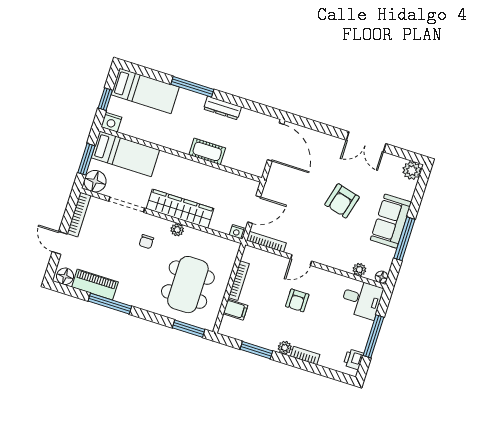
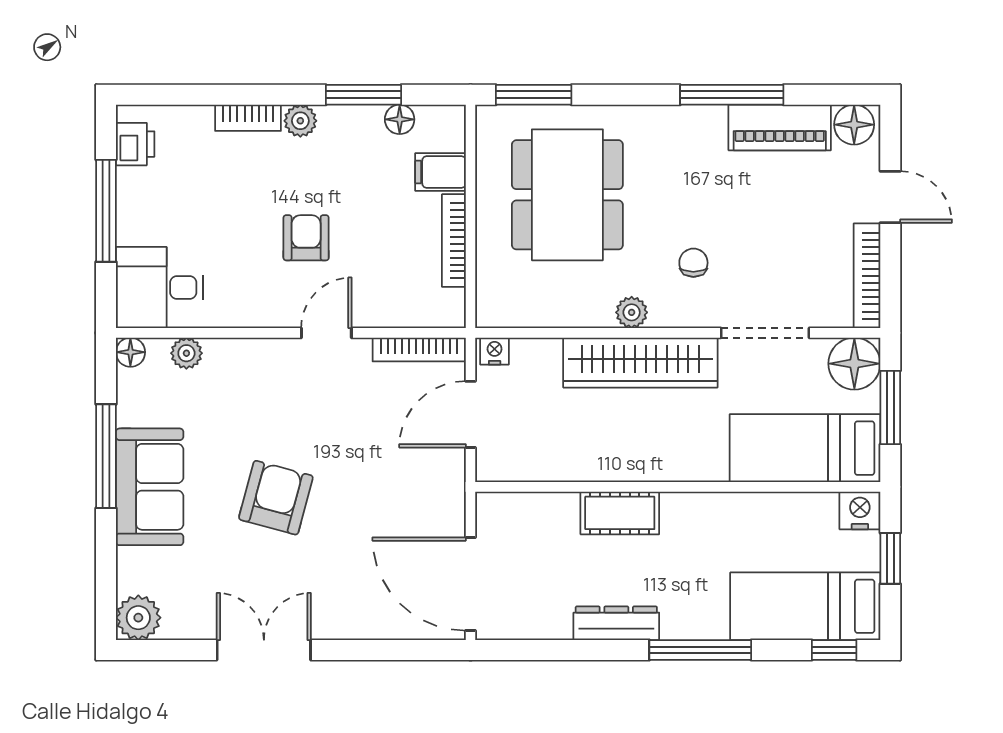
window: (139, 70) -> (834, 650), added
floor lamp: (245, 336) -> (400, 119), added

